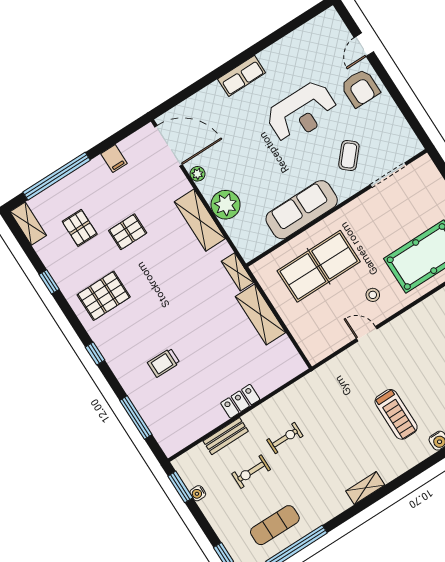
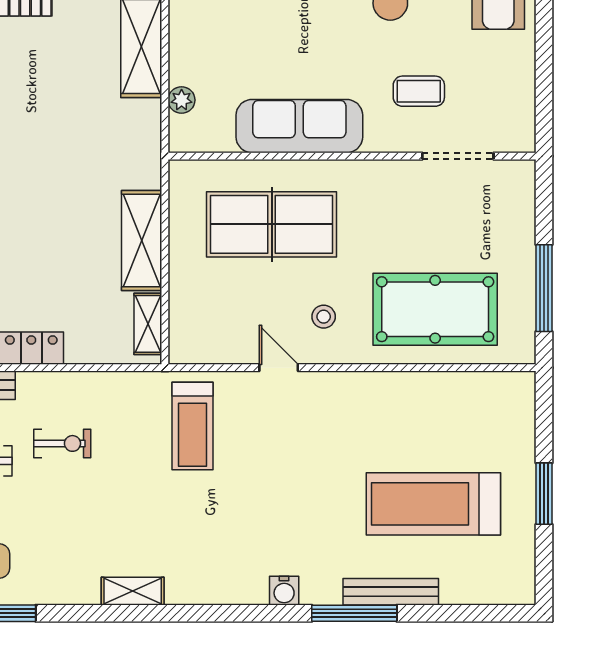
coffee table: (349, 155) -> (419, 91), turned 49
plant: (226, 205) -> (182, 100), moved, width x0.53, depth x0.53
shelving: (237, 272) -> (148, 324), moved
treadmill: (396, 414) -> (192, 426), moved

